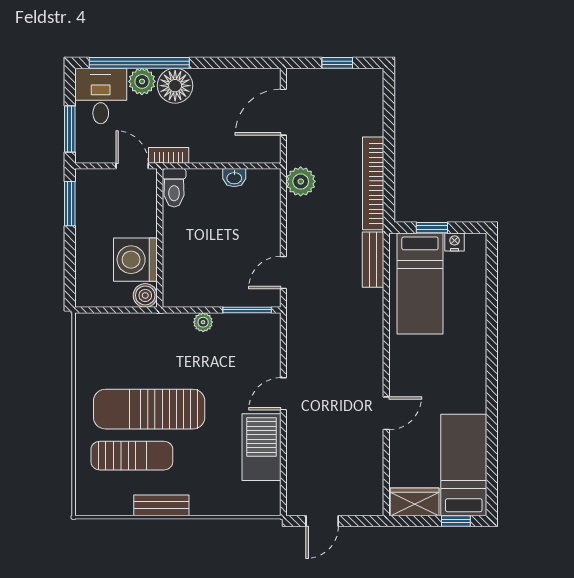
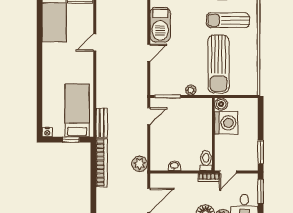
door: (132, 166) -> (228, 172), hinge flipped
nightstand: (455, 242) -> (47, 132), moved
sun lounger: (149, 409) -> (219, 64), moved, turned 90

